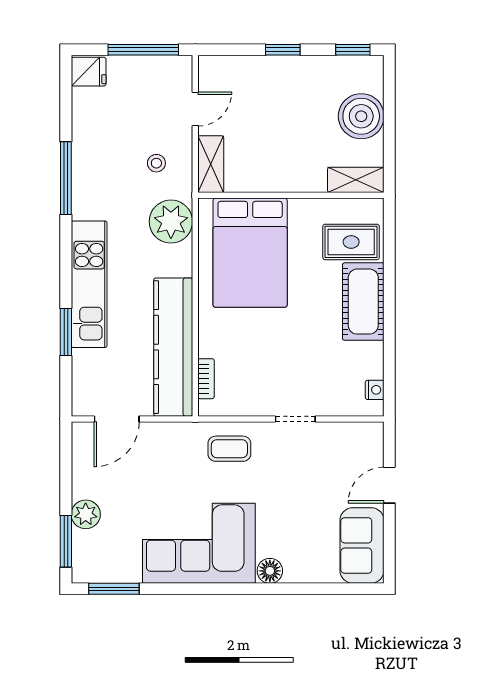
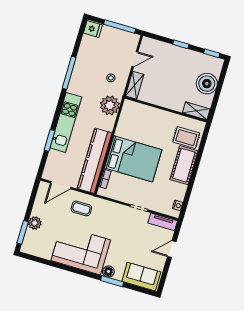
bed: (250, 253) -> (133, 159), moved, turned -90
tv unit: (354, 433) -> (163, 222), added
coffee table: (229, 449) -> (81, 208), moved
sofa: (362, 545) -> (141, 277), moved, turned 90
window: (114, 589) -> (112, 281), moved

